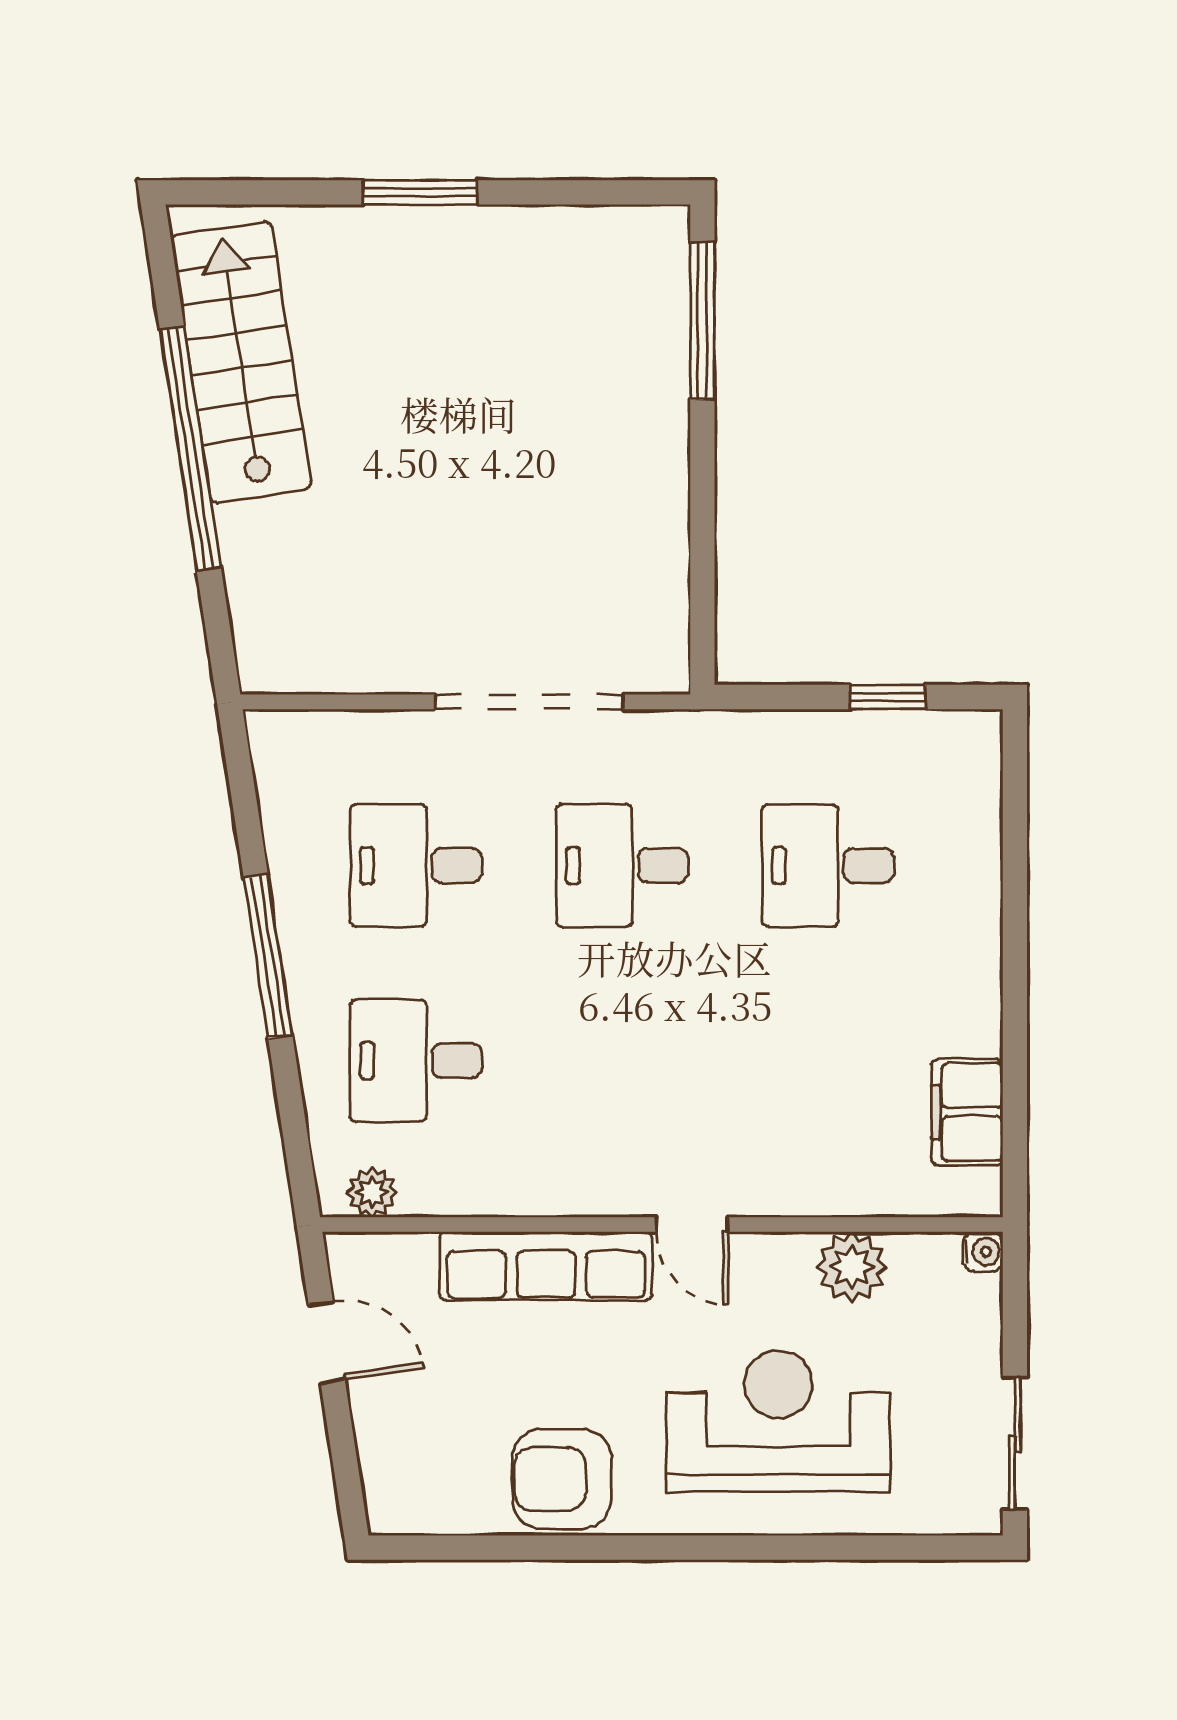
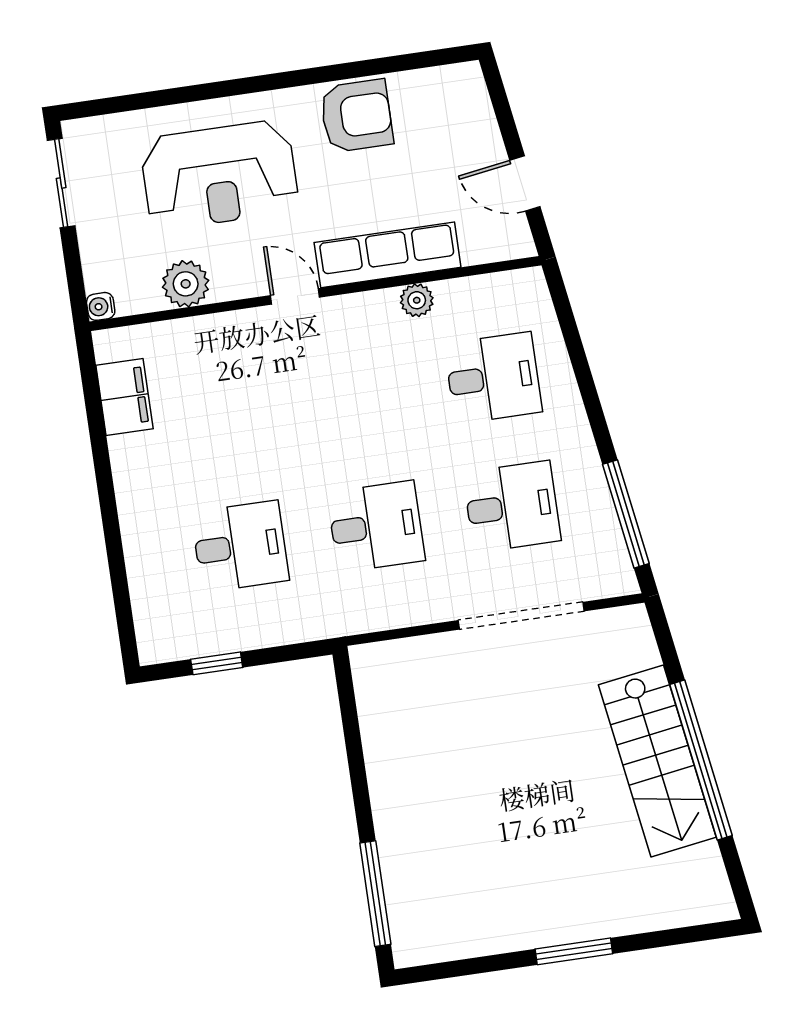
stairs: (241, 362) -> (657, 761), moved
doorway: (529, 702) -> (521, 616), moved
window: (268, 956) -> (626, 514), moved
plant: (372, 1192) -> (417, 300), moved

